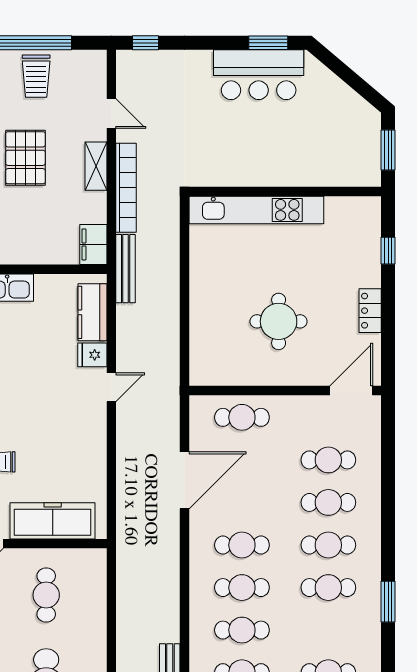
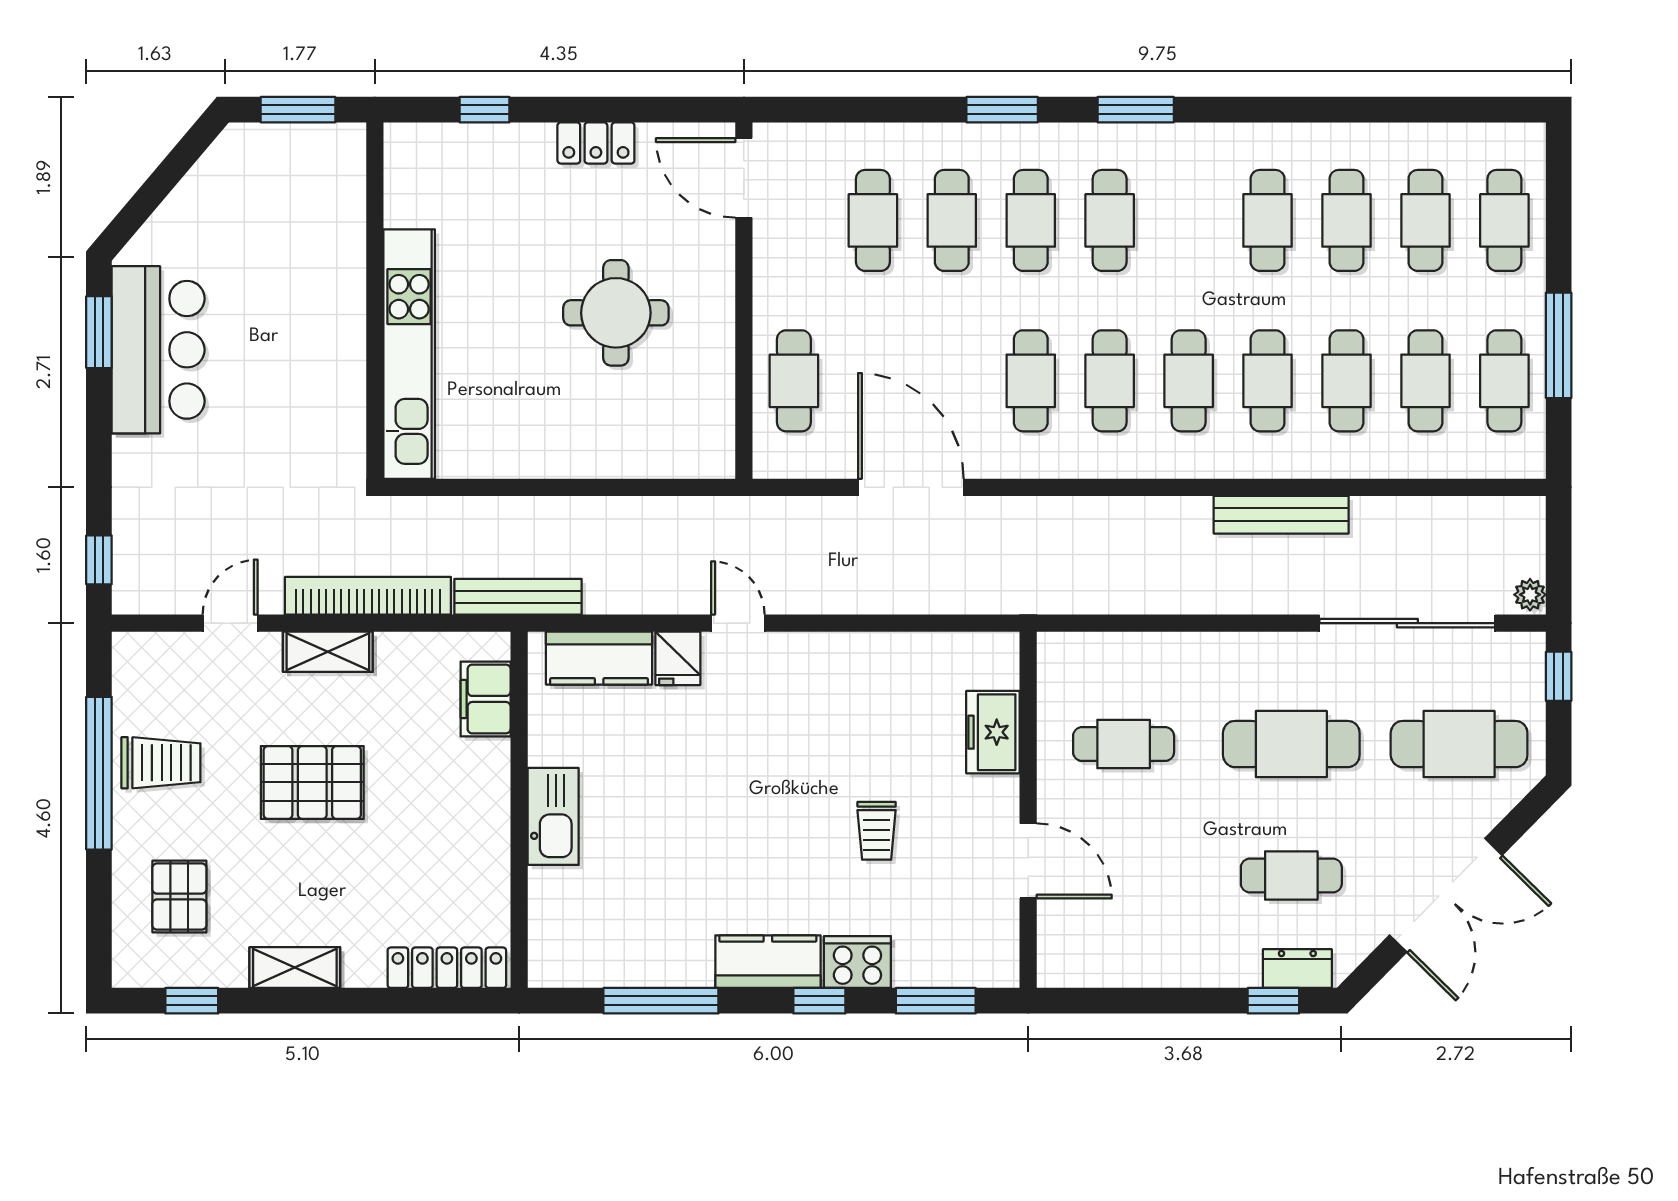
filing cabinet: (93, 244) -> (486, 699), moved, turned 90
freezer: (53, 521) -> (993, 732), width x0.52, depth x0.79
window: (388, 530) -> (1002, 110), added

